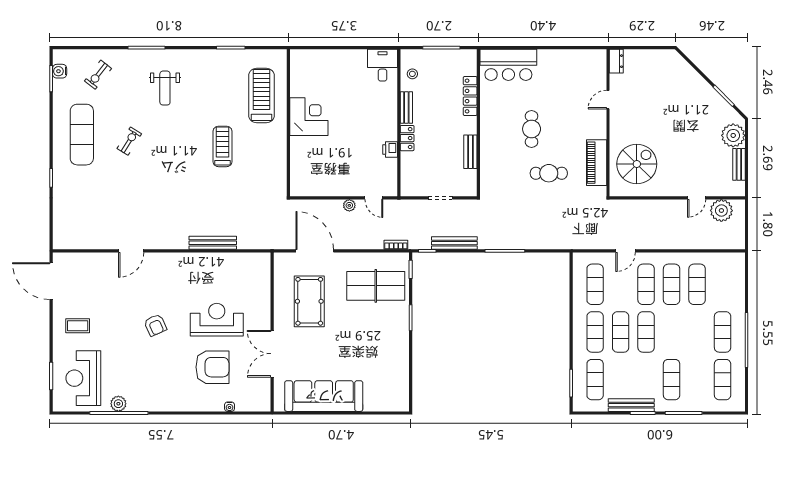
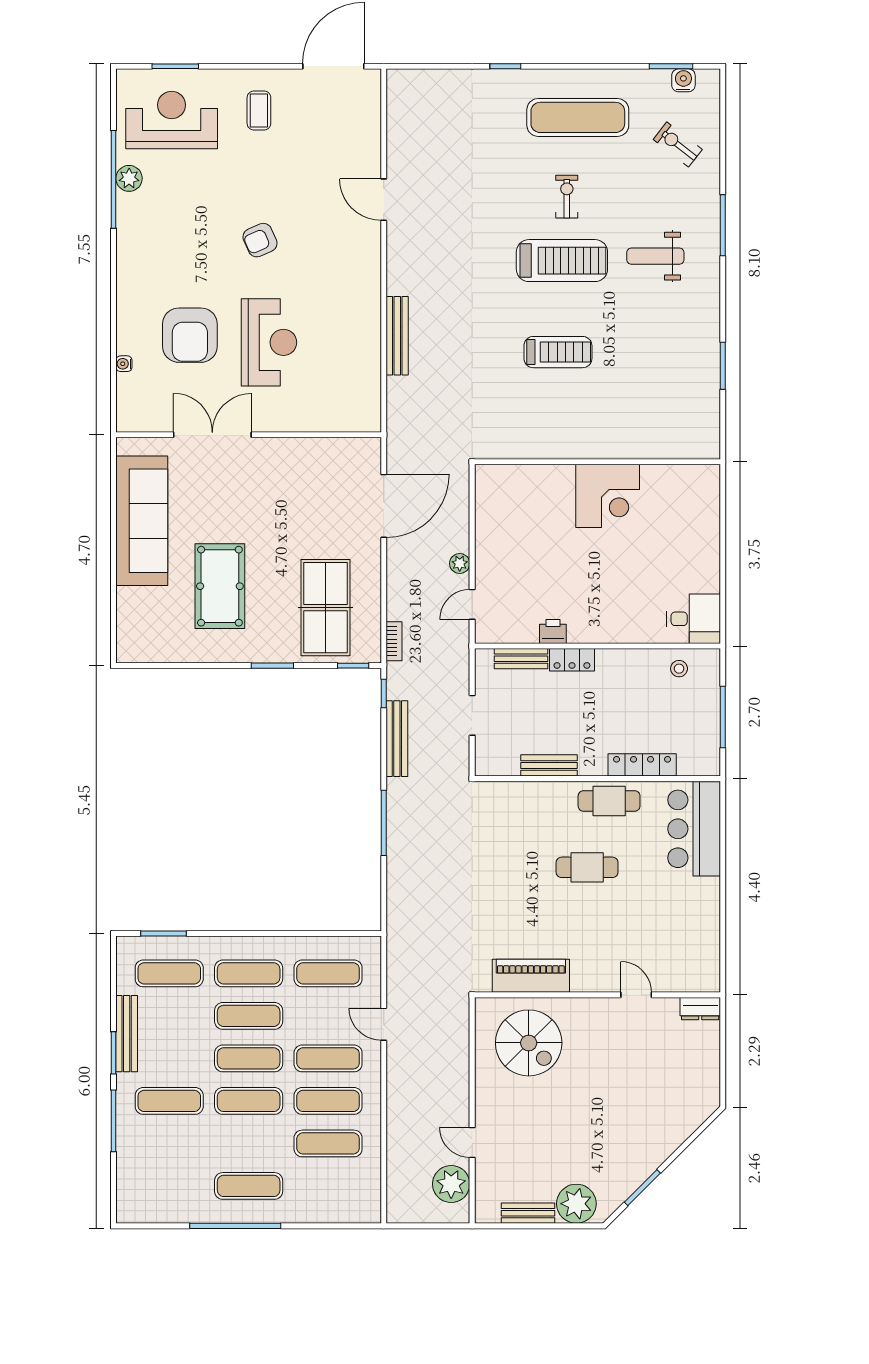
treadmill: (261, 95) -> (562, 261), moved
bench: (406, 107) -> (521, 659), moved
exercise bike: (129, 141) -> (567, 197), turned -122
cafe table: (549, 173) -> (609, 801), moved, turned 90
pool table: (309, 301) -> (220, 586), moved, turned 90
exercise mat: (723, 380) -> (249, 1101), moved

